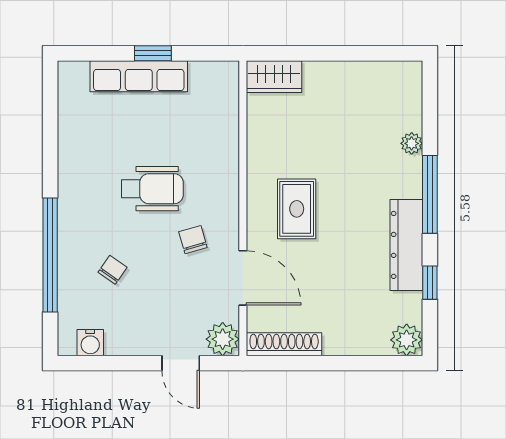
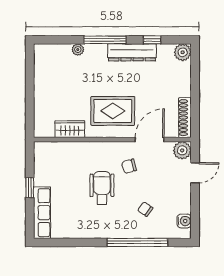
row of seats: (139, 76) -> (42, 213), moved
wardrobe: (274, 77) -> (70, 129), moved, turned -90
rug: (297, 209) -> (113, 111), width x1.36, depth x1.43

